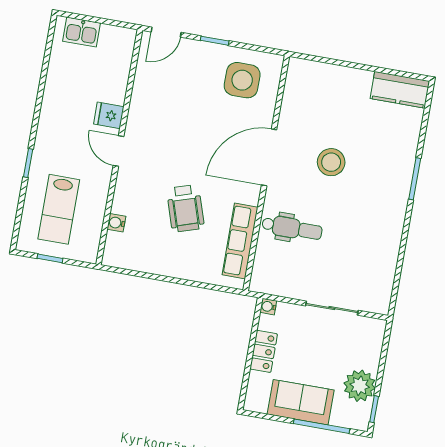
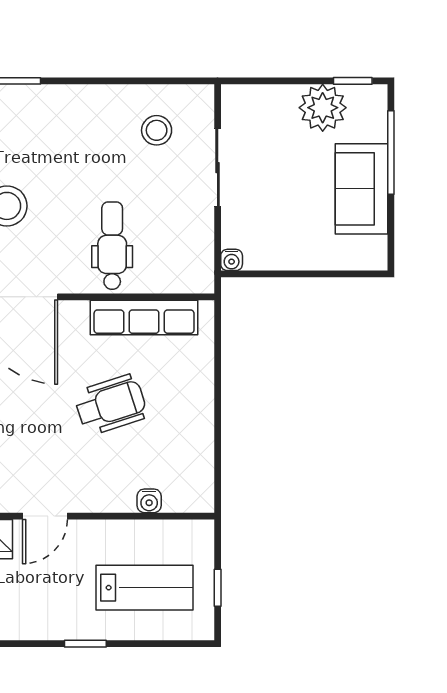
stool: (364, 272) -> (157, 130), added
locker: (264, 351) -> (298, 255), removed

